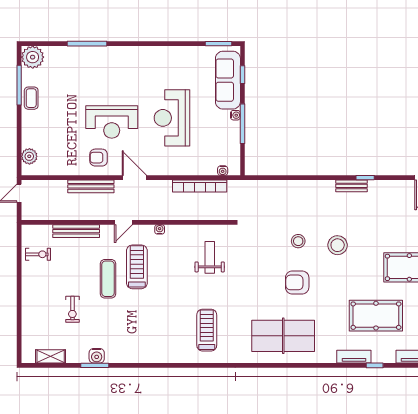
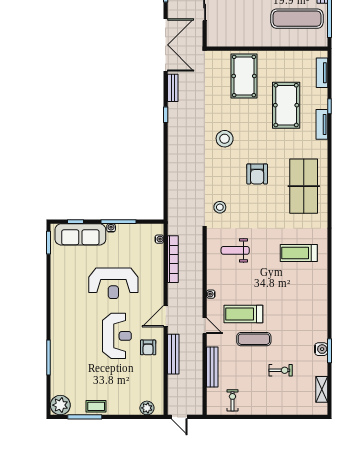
bench: (352, 186) -> (173, 88), moved
stool: (298, 241) -> (220, 207), moved

